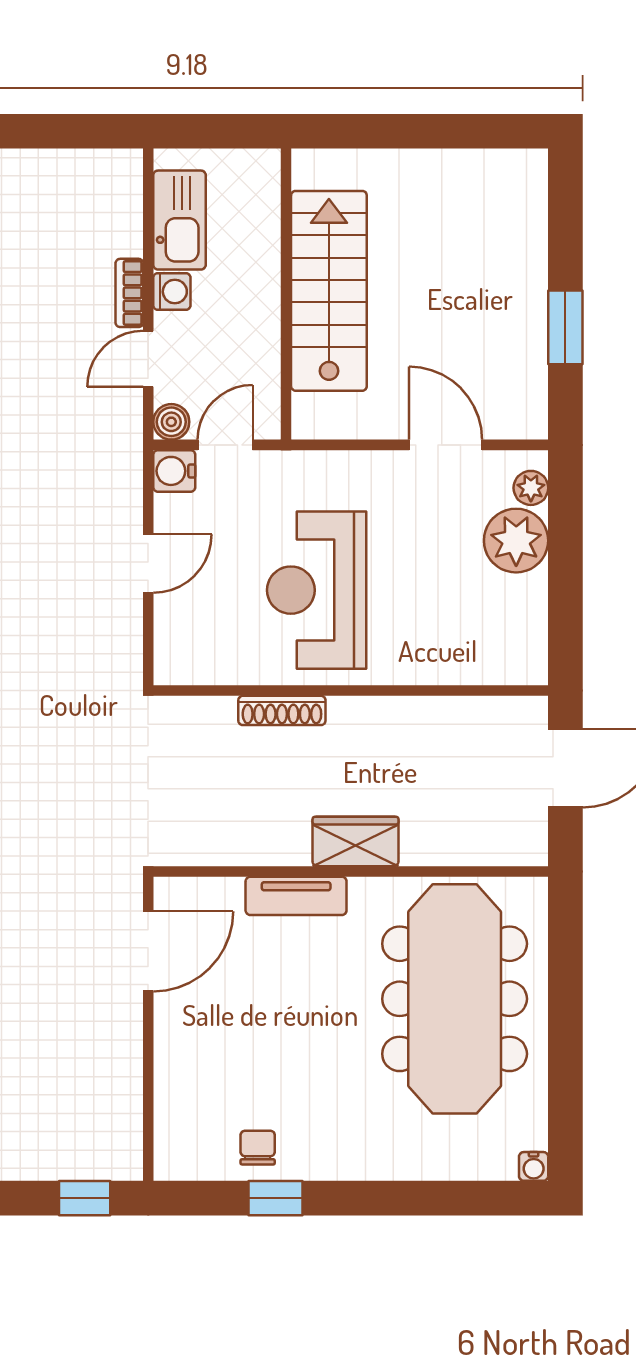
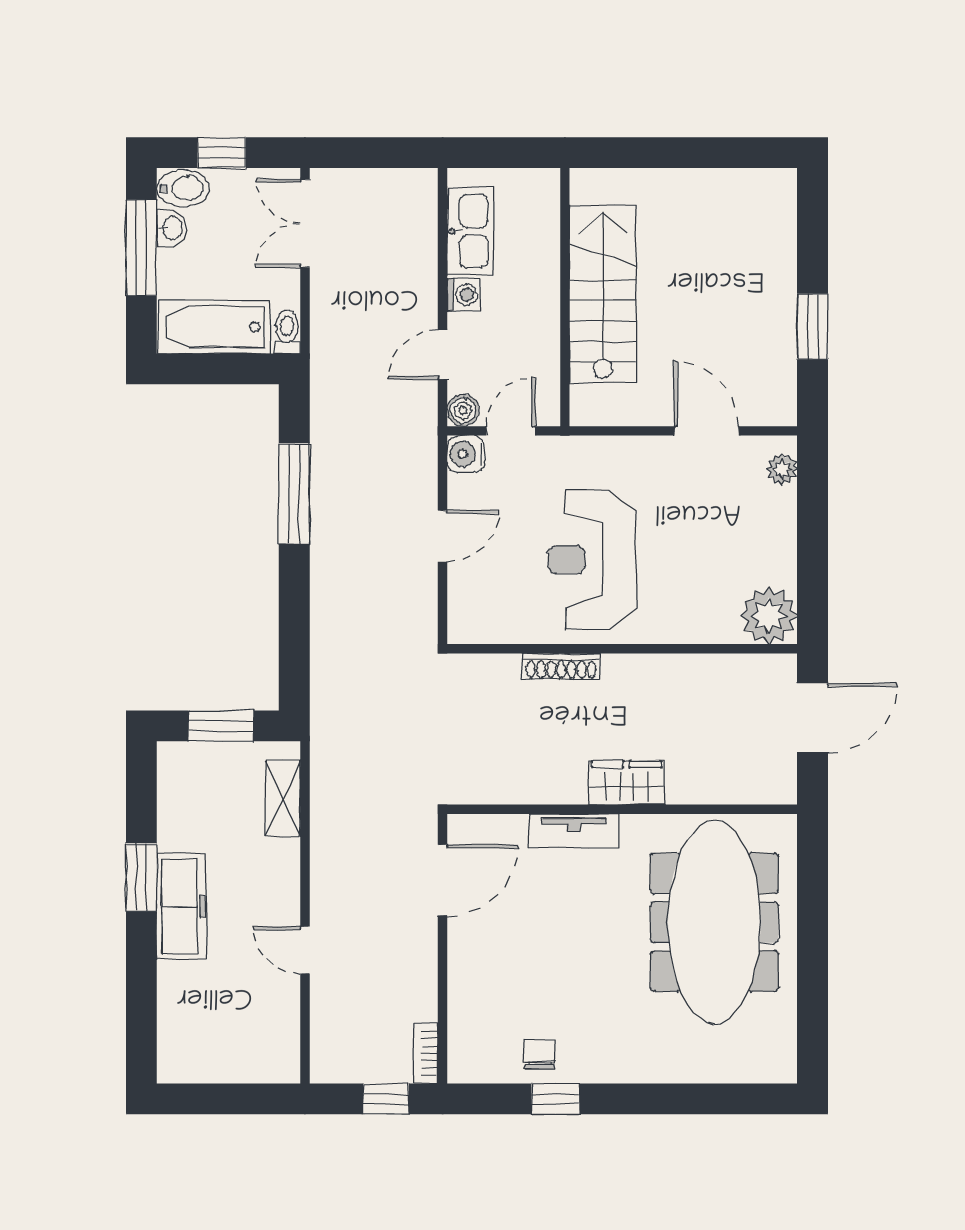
bookcase: (129, 293) -> (426, 1053), moved
plant: (516, 541) -> (769, 616), moved
water cooler: (534, 1166) -> (784, 1071), removed

